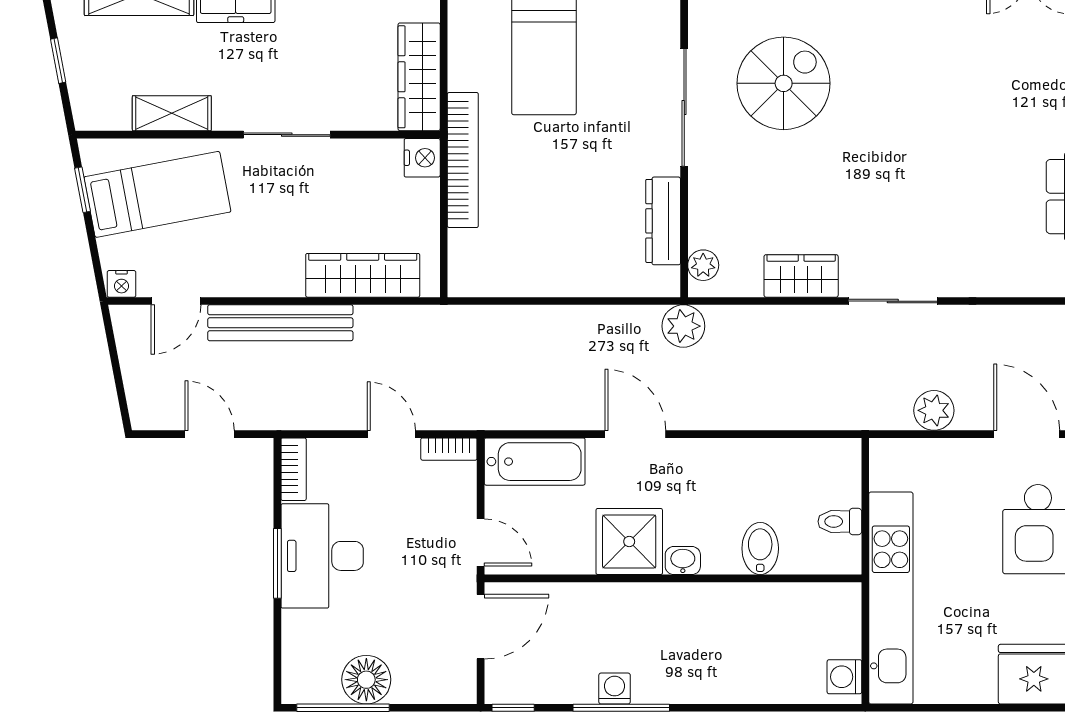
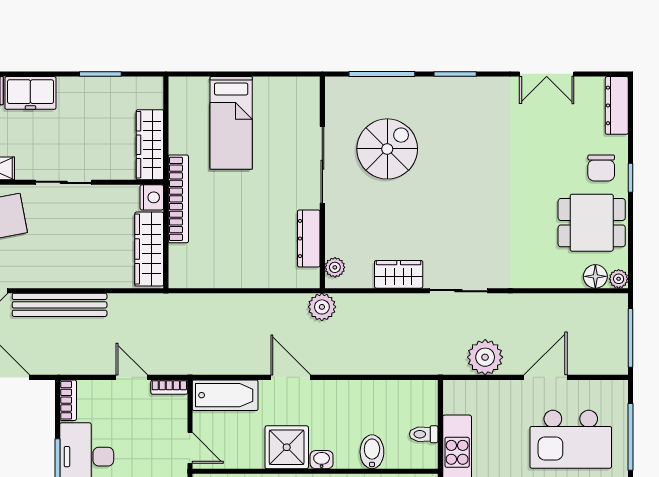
wardrobe: (363, 275) -> (149, 249), moved, turned -90
plant: (934, 410) -> (485, 357), width x1.36, depth x1.36
door: (1027, 434) -> (545, 377), hinge flipped

